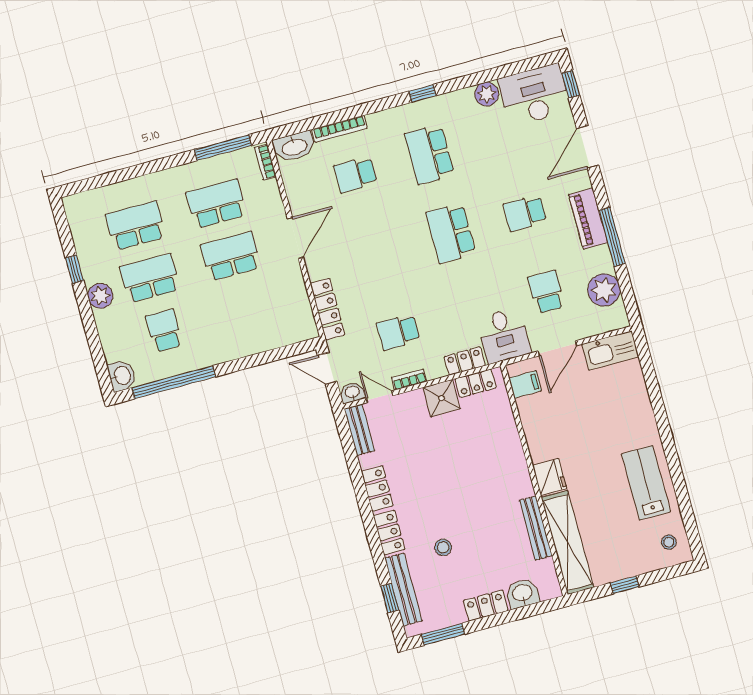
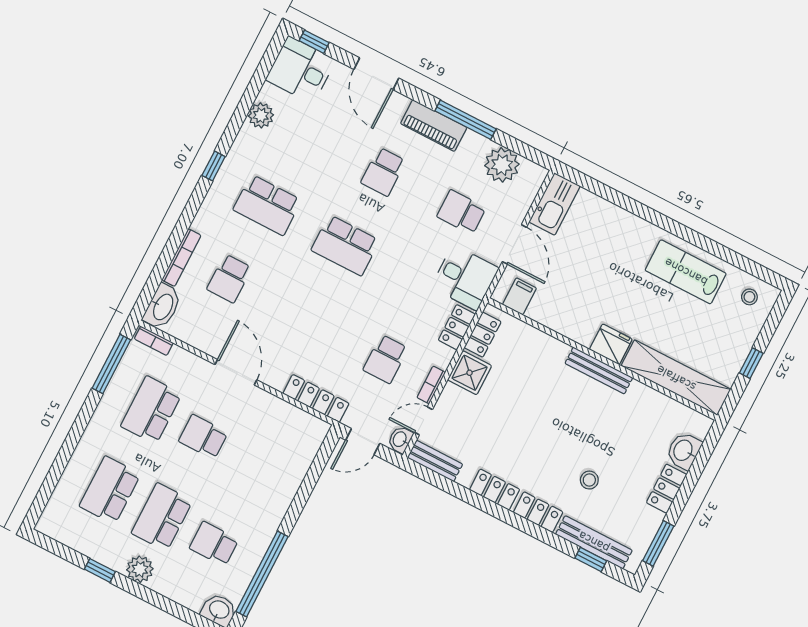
desk: (534, 95) -> (301, 70), width x0.73
school desk: (231, 256) -> (203, 437), width x0.54
bench: (536, 528) -> (599, 370), moved

